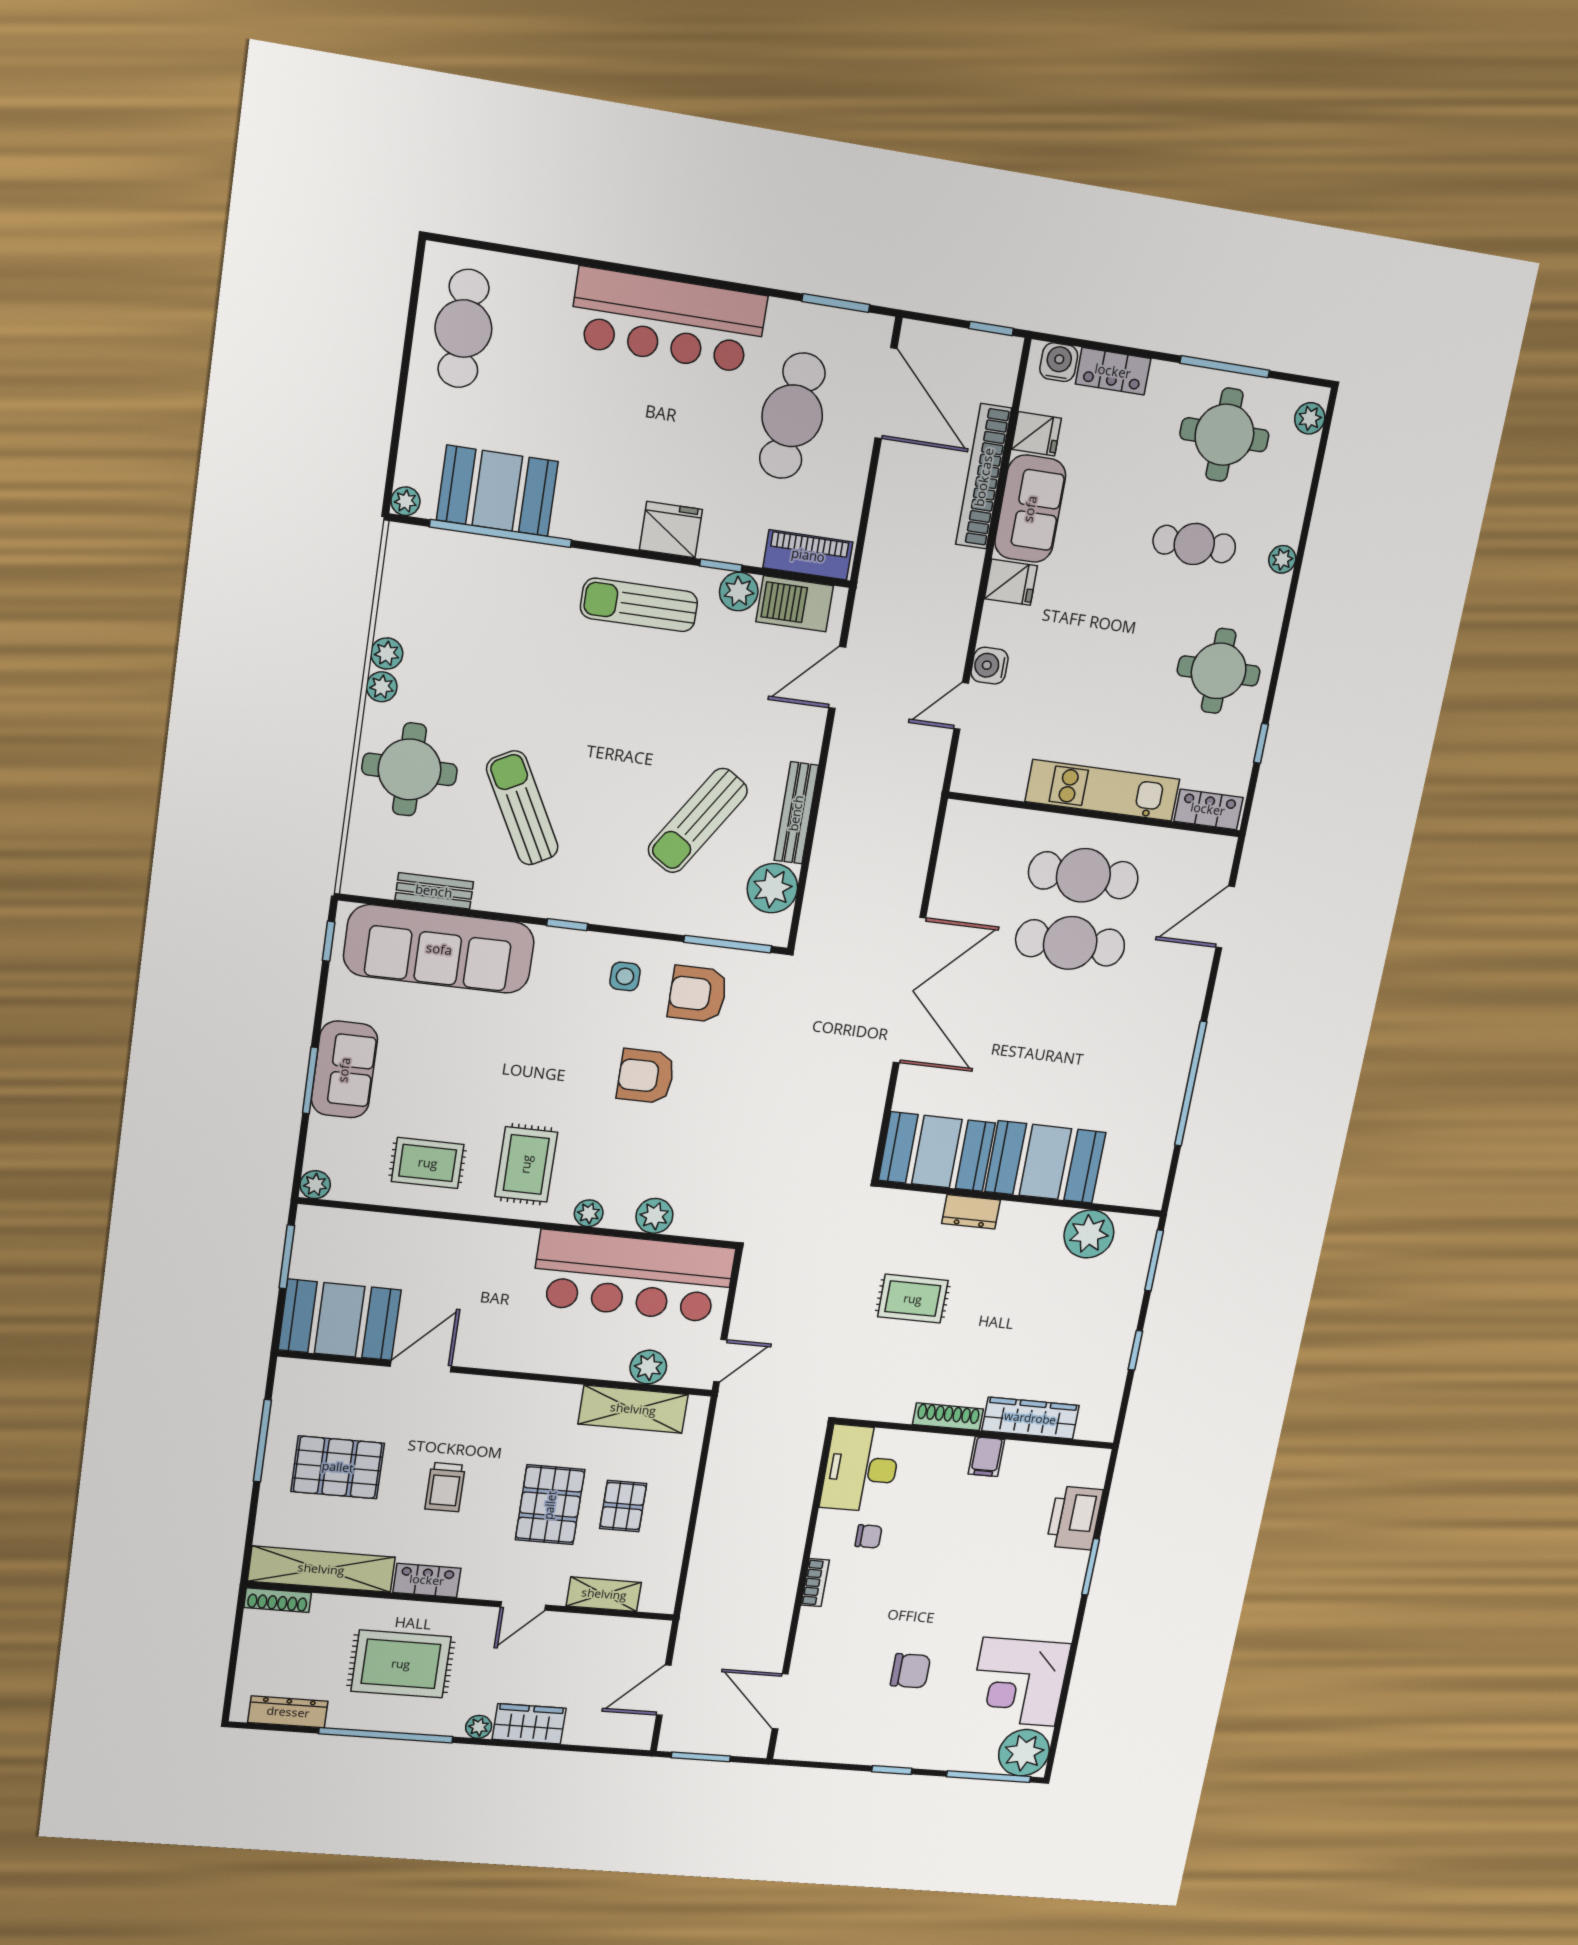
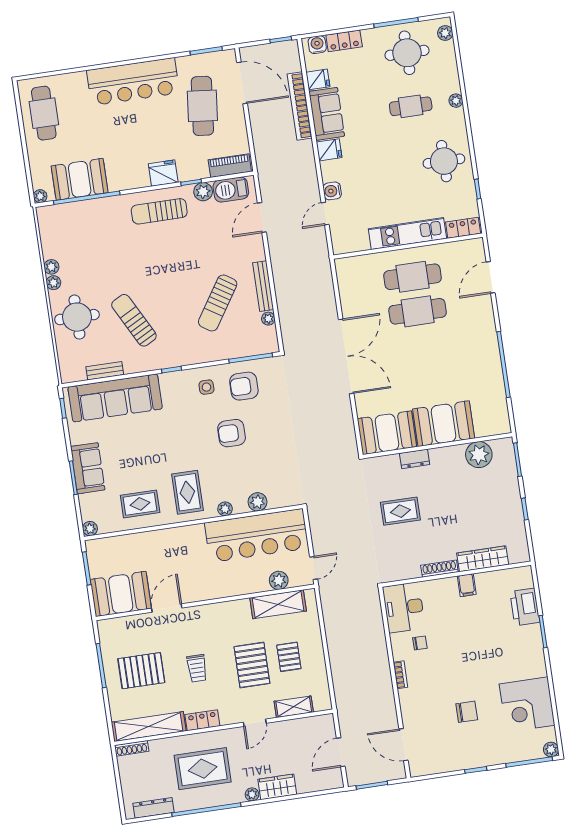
plant: (772, 888) -> (268, 319), width x0.53, depth x0.53
plant: (1024, 1753) -> (551, 749), width x0.53, depth x0.53

